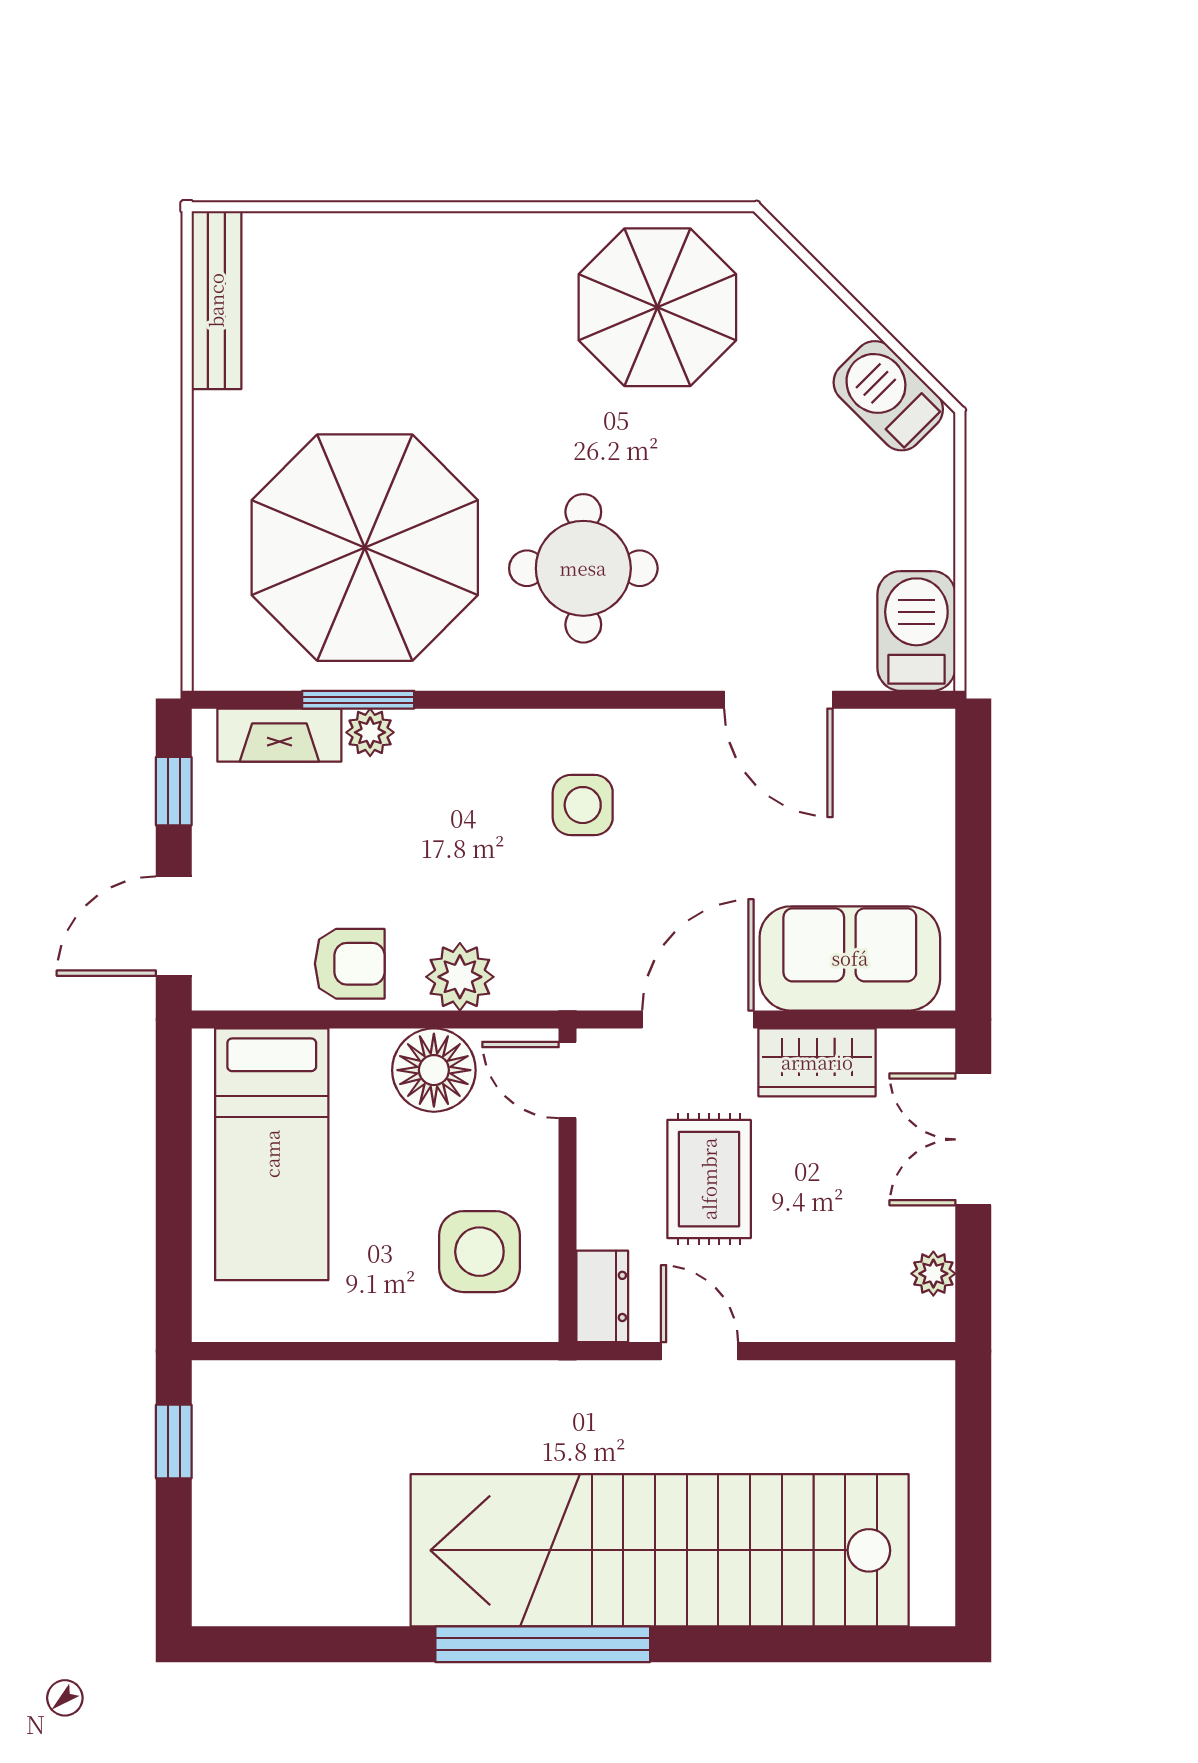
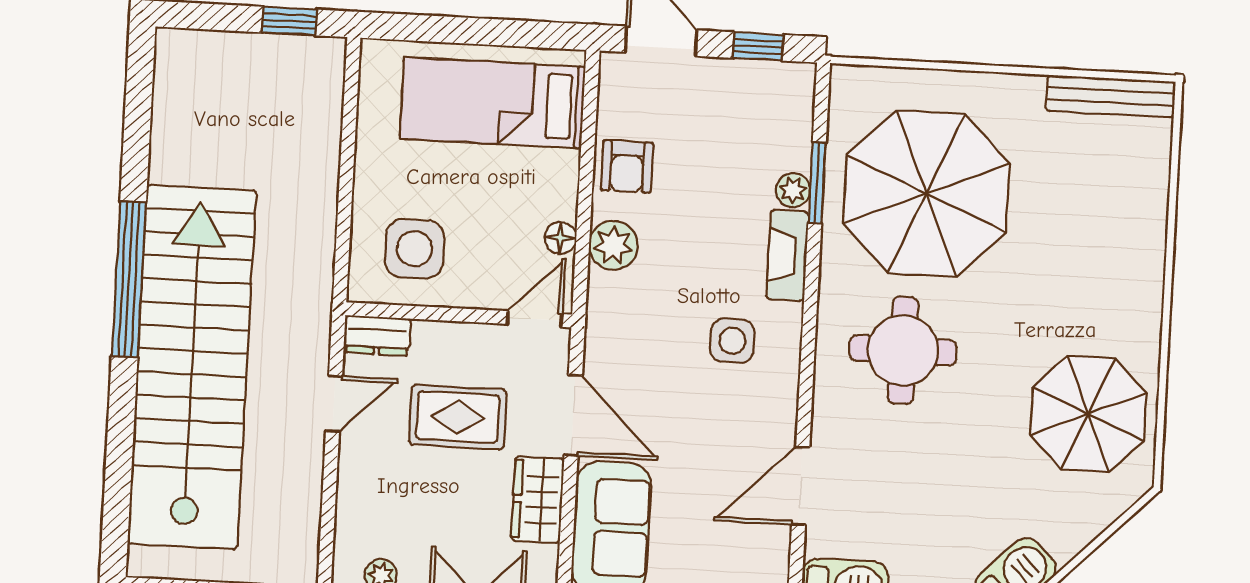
fireplace: (279, 735) -> (788, 255), moved
floor lamp: (434, 1070) -> (560, 238), width x0.53, depth x0.53

